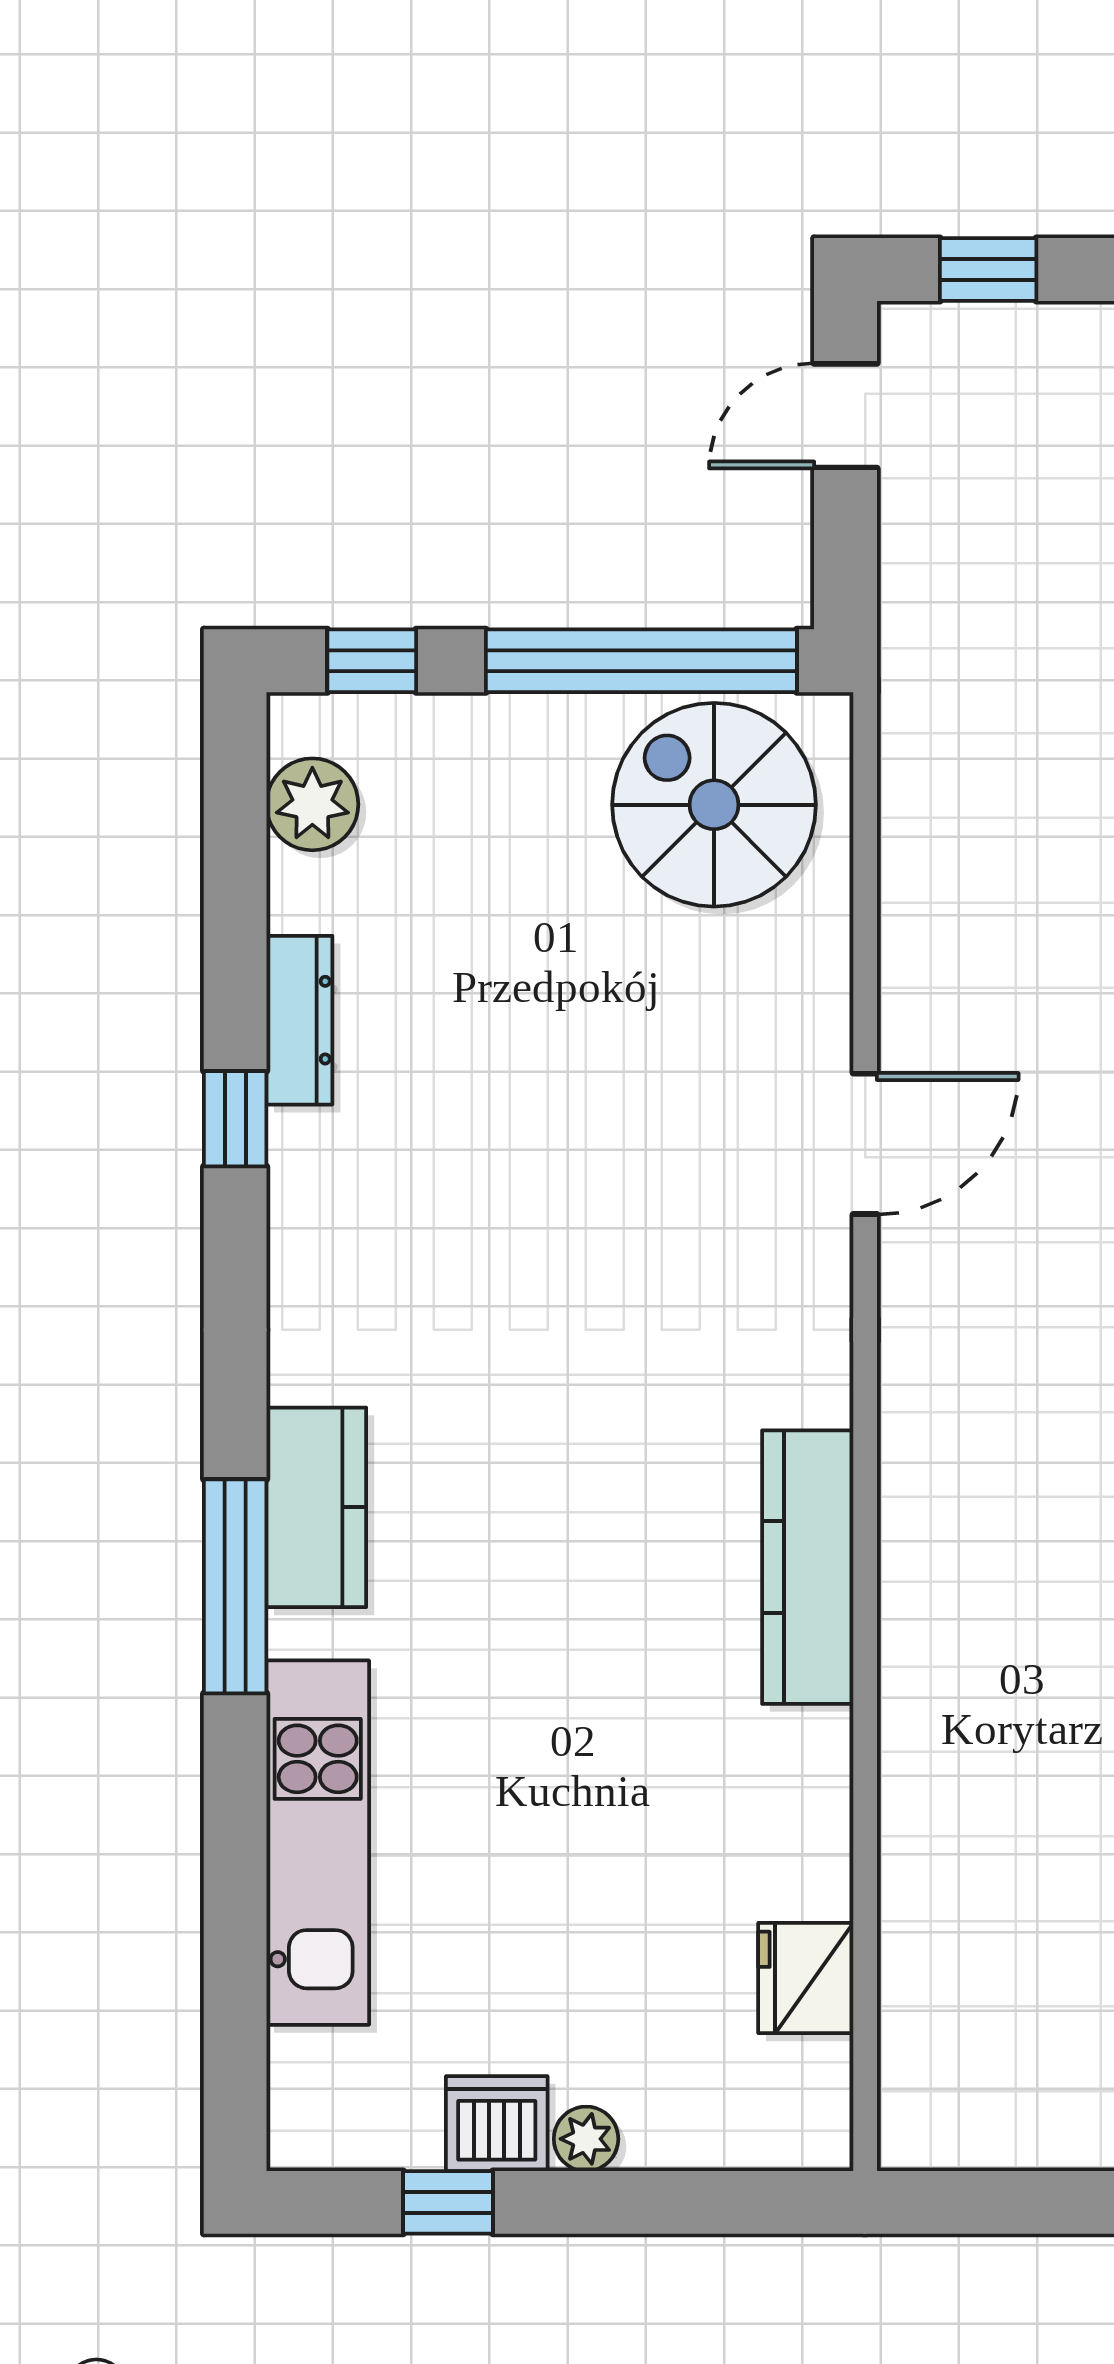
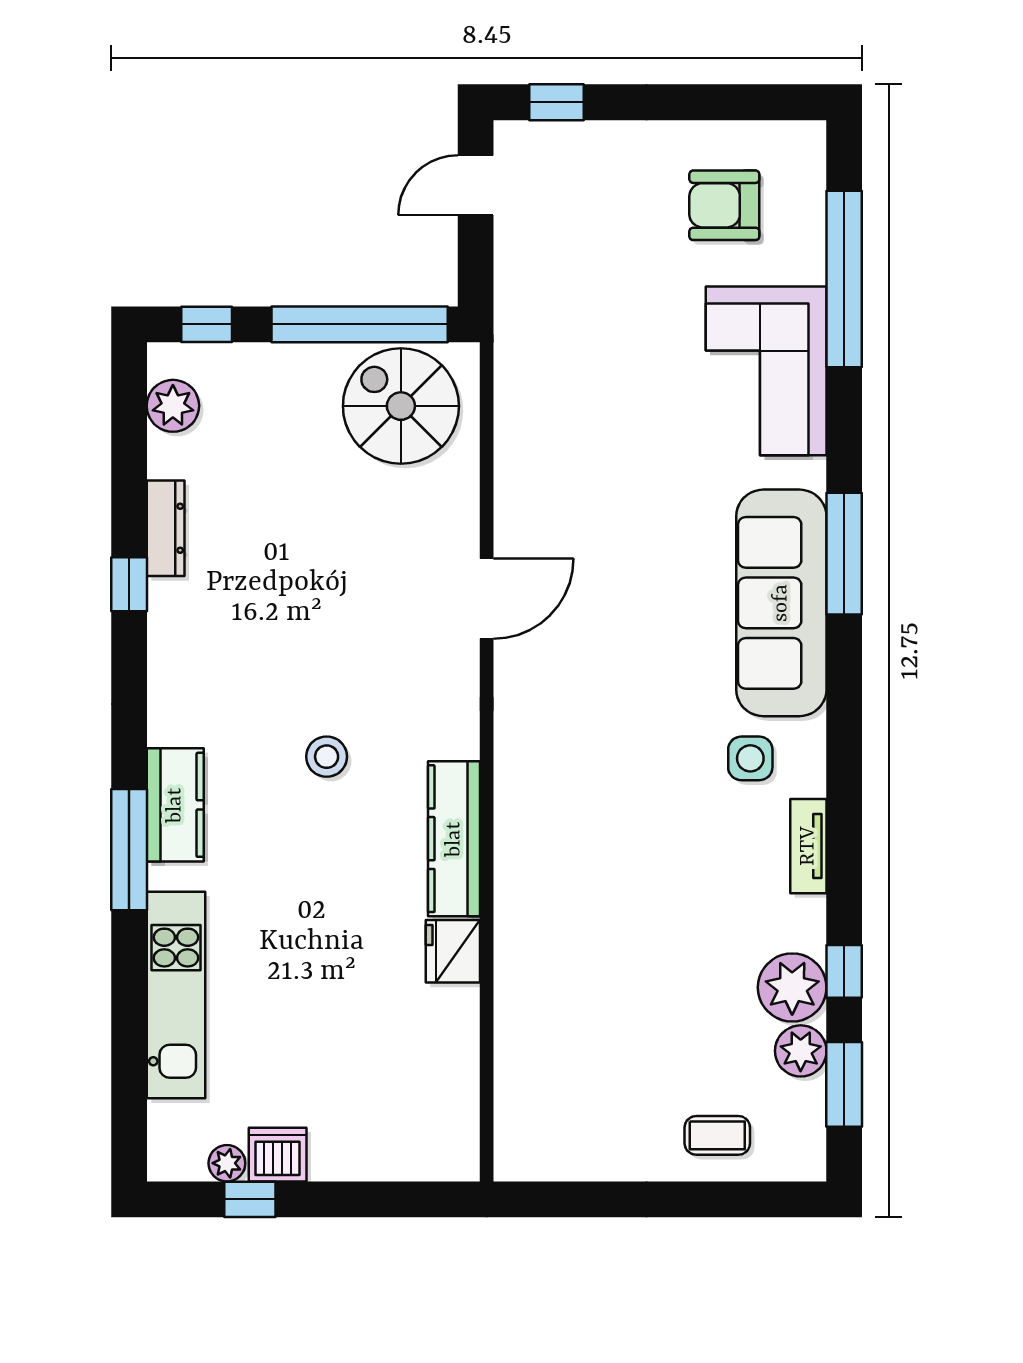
stool: (583, 1422) -> (327, 757), added
fridge: (806, 1978) -> (453, 951), moved
plant: (586, 2139) -> (227, 1163), moved

